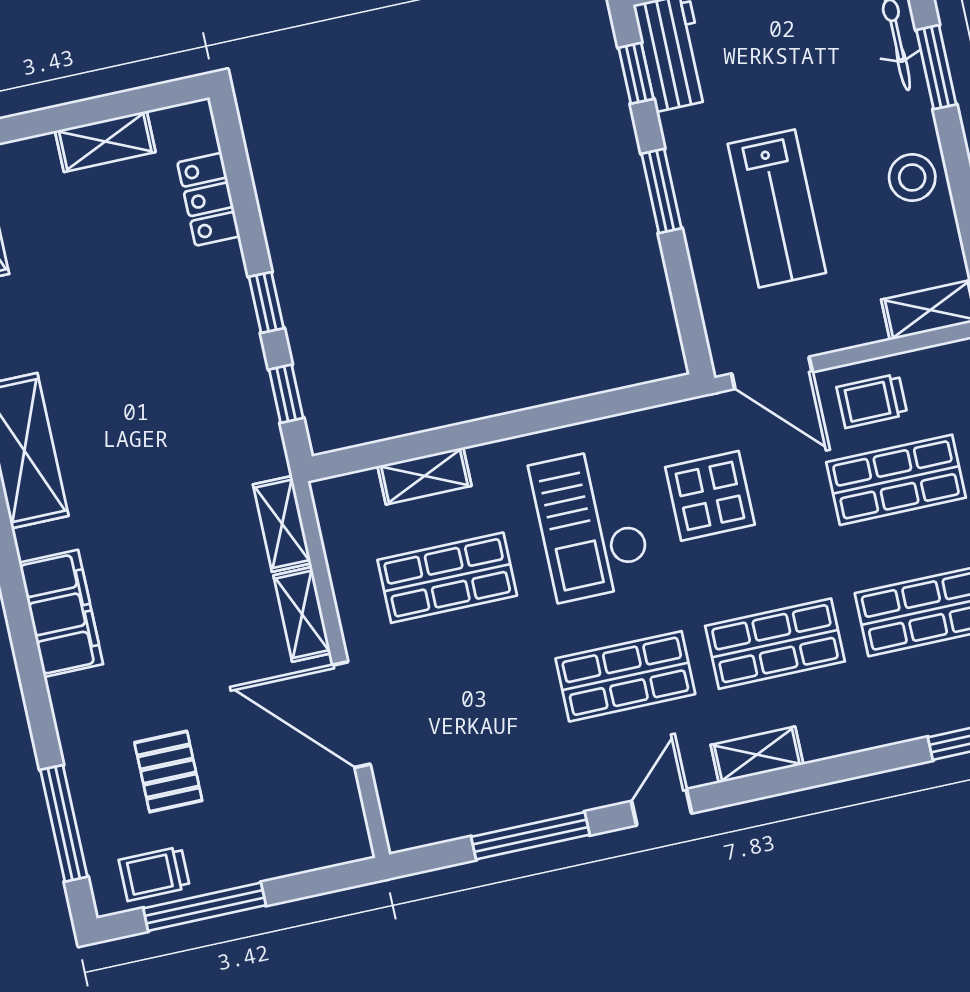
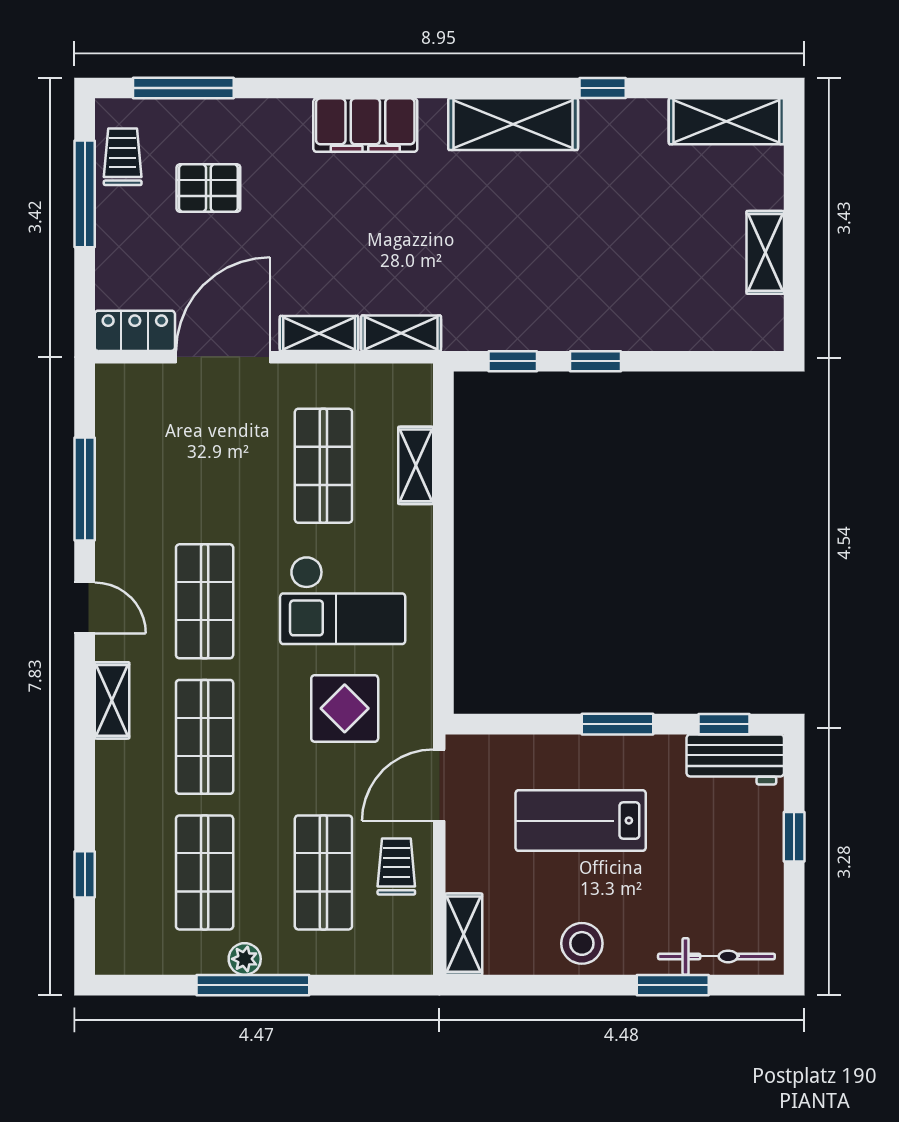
locker: (209, 199) -> (135, 331), moved
checkout: (591, 524) -> (343, 600), turned 180

